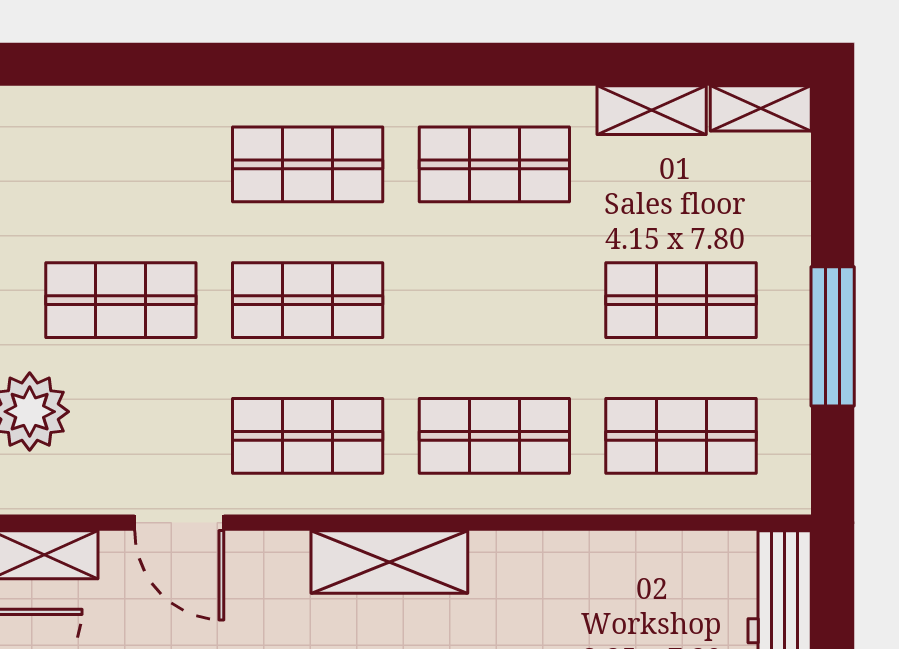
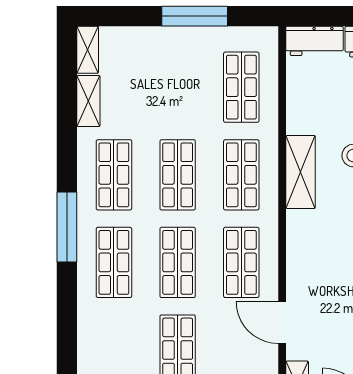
window: (383, 64) -> (67, 227), added
shop shelf: (681, 300) -> (178, 175), moved
door: (179, 523) -> (282, 323), swing flipped
shelving: (389, 562) -> (300, 172), moved

